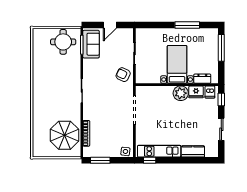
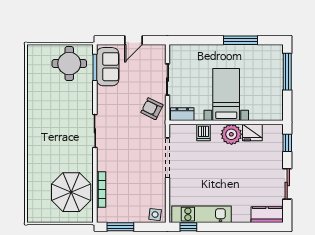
dresser: (202, 79) -> (182, 114), moved
dishwasher: (210, 92) -> (204, 132), moved
kitchen counter: (193, 151) -> (267, 215), moved

